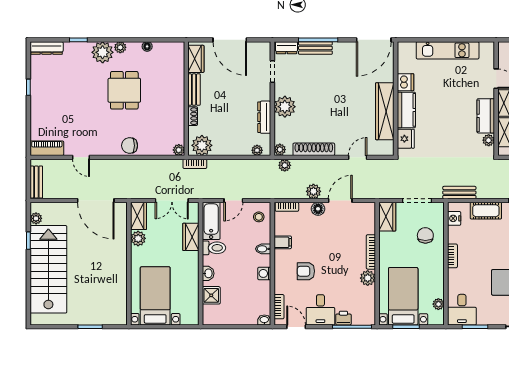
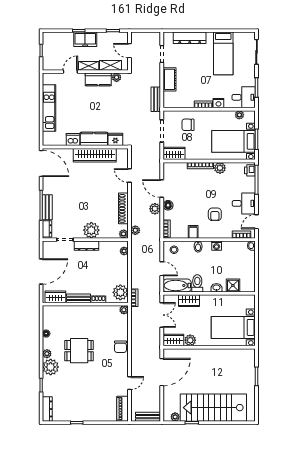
dresser: (264, 117) -> (87, 246), moved
nightstand: (454, 218) -> (218, 103), moved
printer: (343, 318) -> (250, 170), moved

